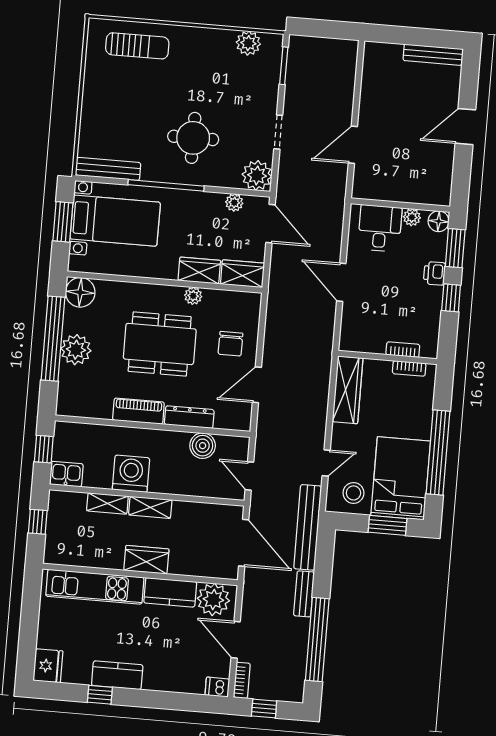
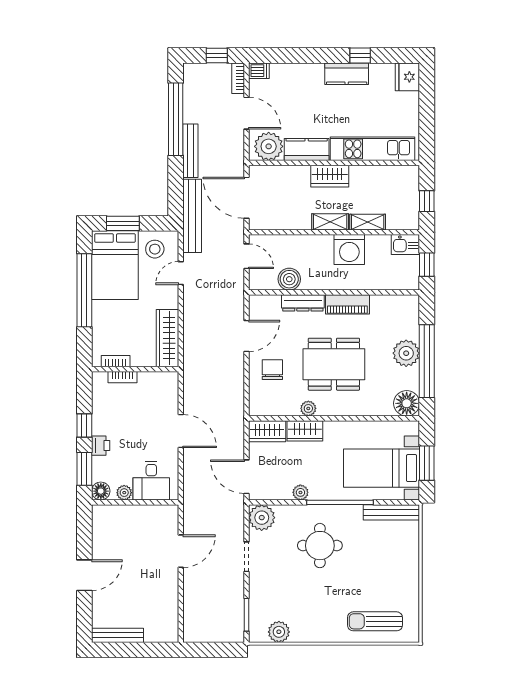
plant: (234, 203) -> (300, 492), moved
bench: (304, 594) -> (190, 151), width x1.36

